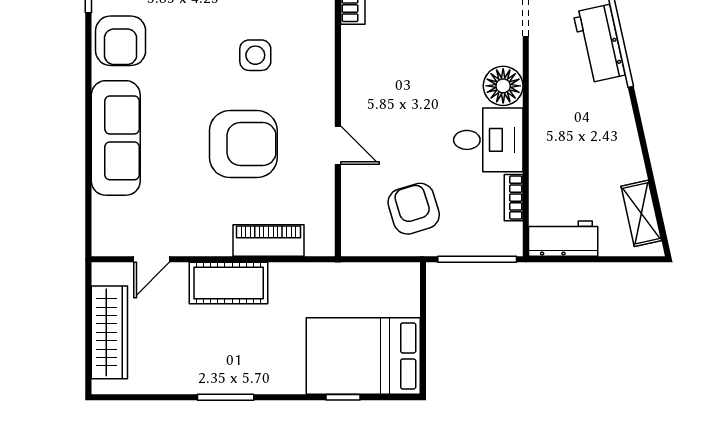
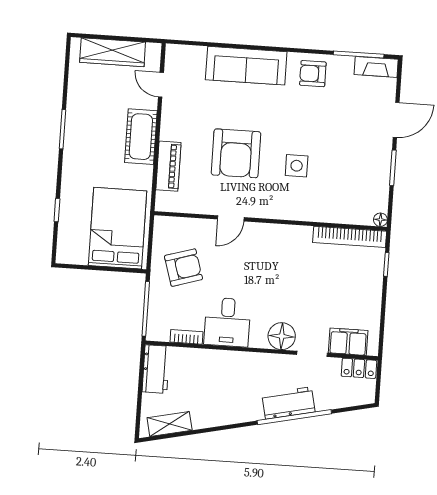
armchair: (121, 41) -> (313, 74), width x0.72, depth x0.72
floor lamp: (503, 86) -> (282, 336), moved
bed: (363, 356) -> (118, 228), moved

